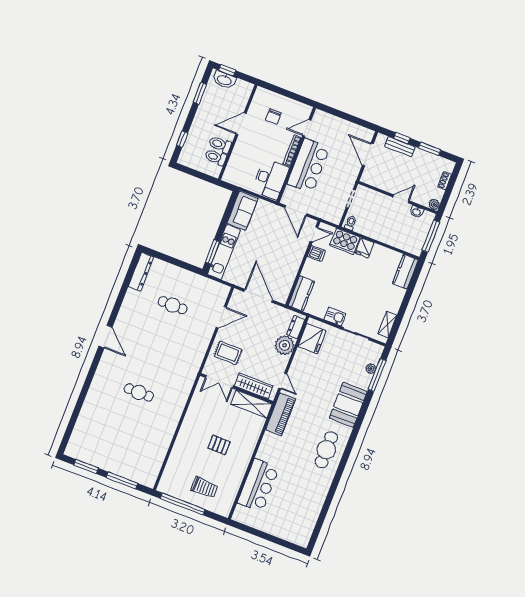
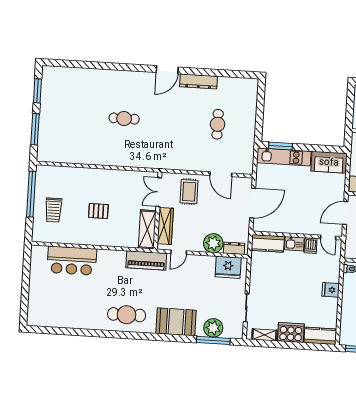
cooker: (345, 241) -> (291, 332), moved, turned 90
dresser: (141, 272) -> (198, 81), moved
kitchen sink: (335, 317) -> (294, 244), moved, turned 90
plant: (371, 369) -> (213, 328), width x1.88, depth x1.88
cafe table: (139, 392) -> (124, 119), turned 90
pallet: (219, 445) -> (98, 211), turned 90

